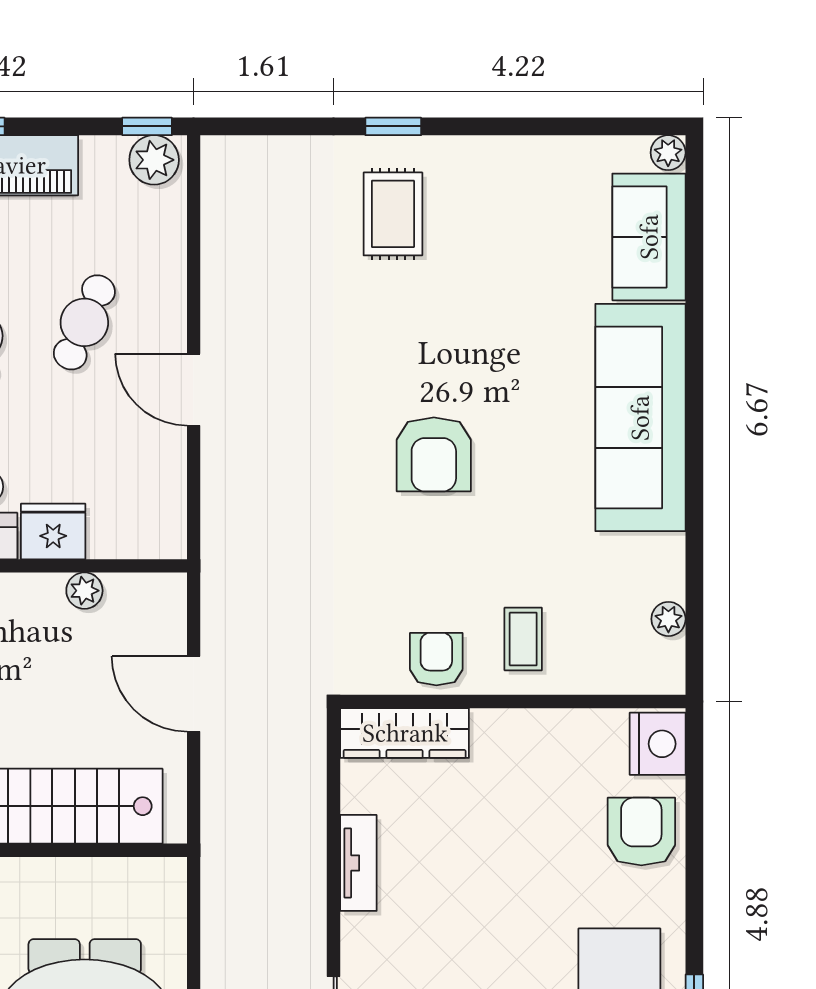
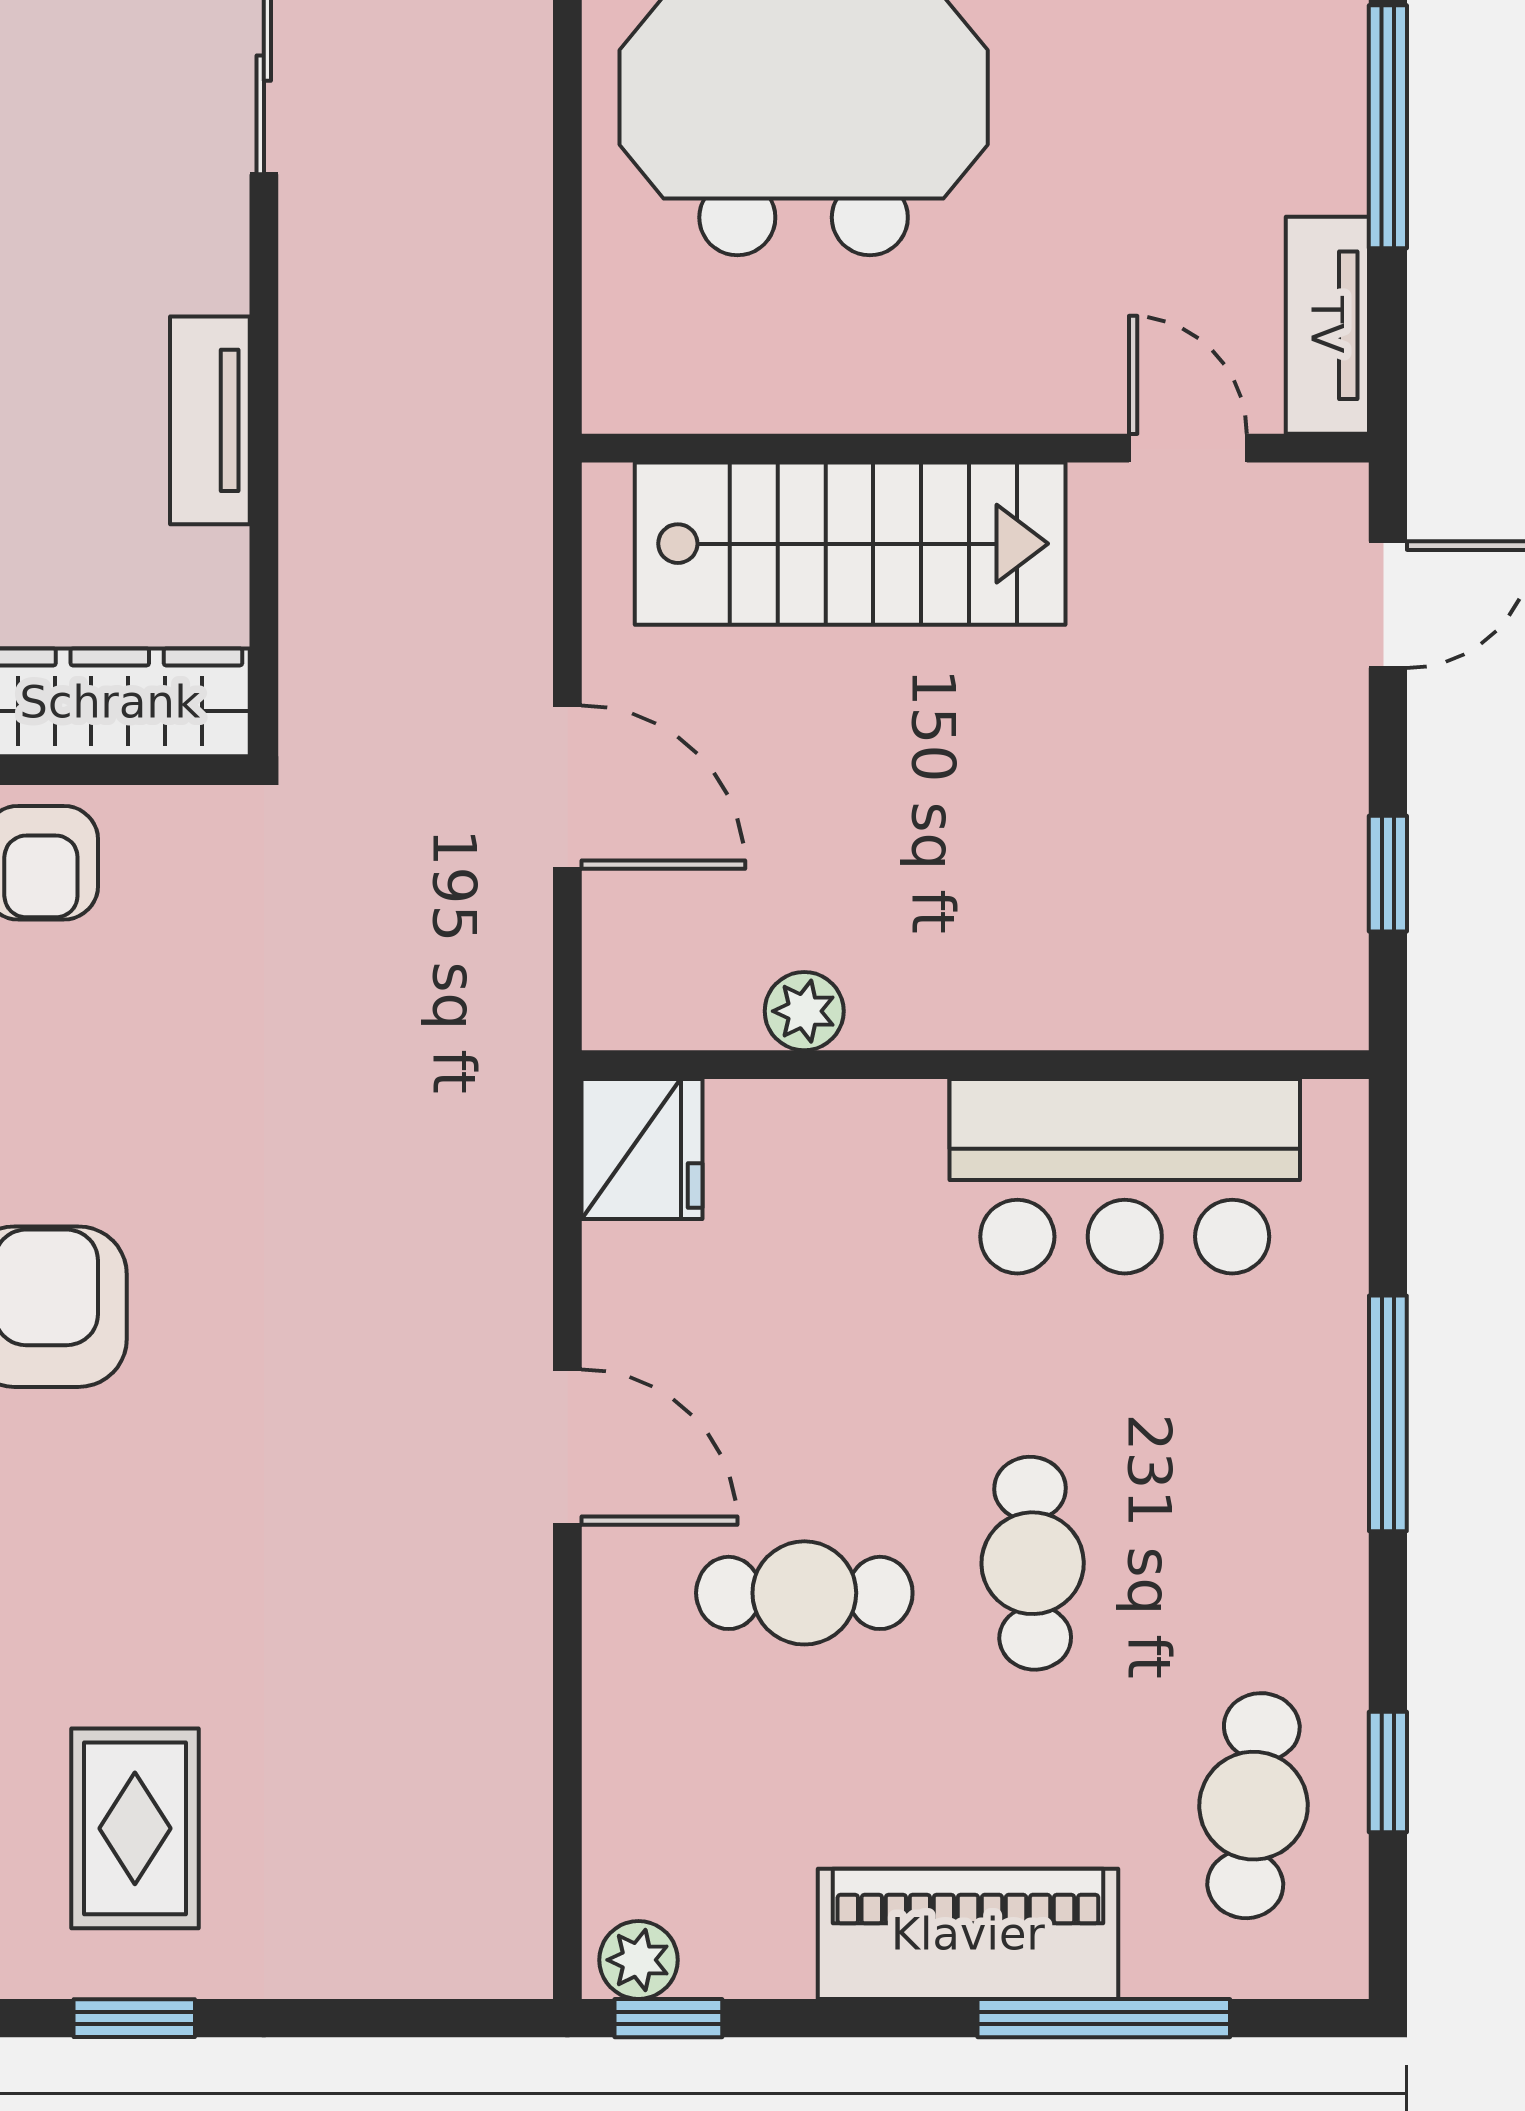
plant: (154, 160) -> (638, 1960), width x0.73, depth x0.73
cafe table: (84, 322) -> (804, 1593), turned 66
fridge: (53, 532) -> (642, 1149), moved, turned -90

